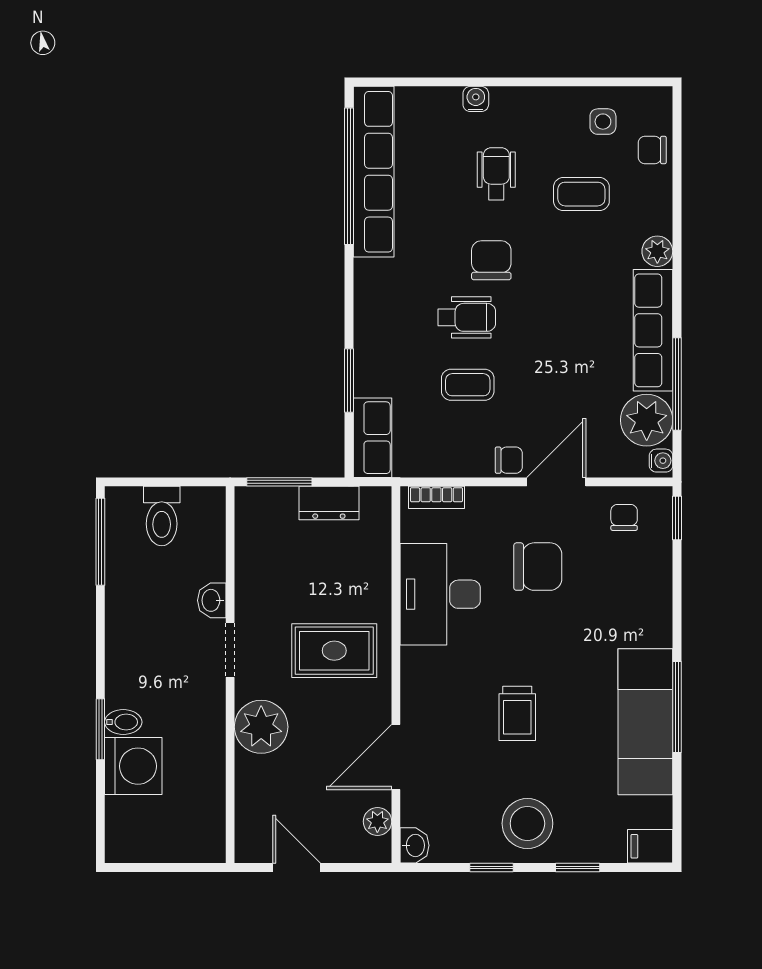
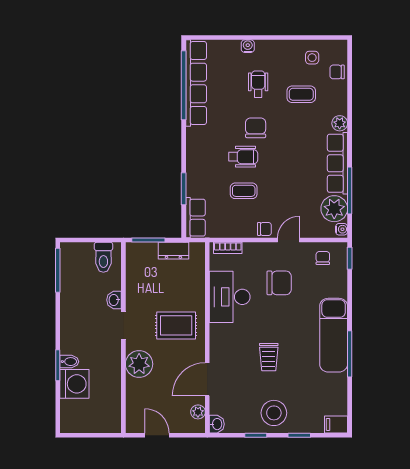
door: (556, 482) -> (289, 240), width x0.73
toilet: (162, 516) -> (103, 257), moved
exam couch: (645, 722) -> (334, 335), moved

